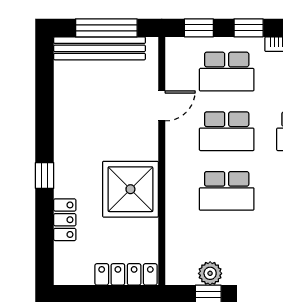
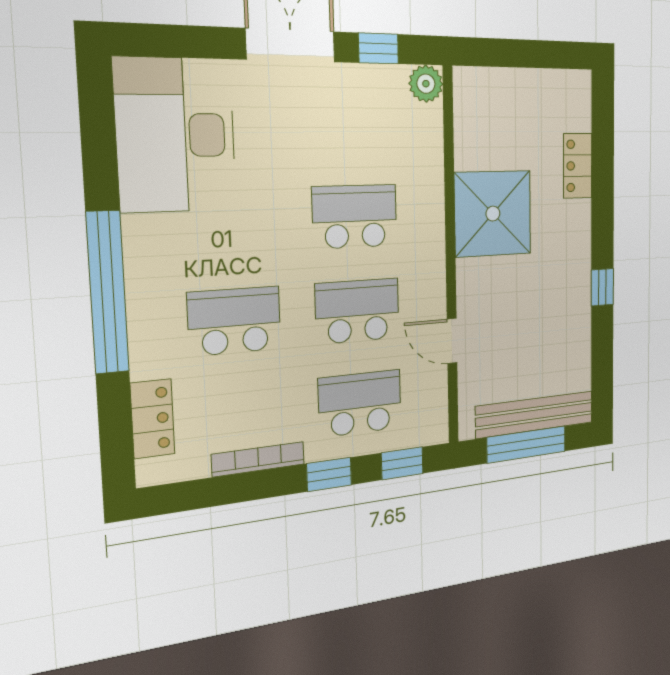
door: (162, 106) -> (452, 341), hinge flipped
window: (45, 176) -> (602, 287), moved
plant: (210, 273) -> (426, 84), moved
locker: (126, 274) -> (498, 84), removed

